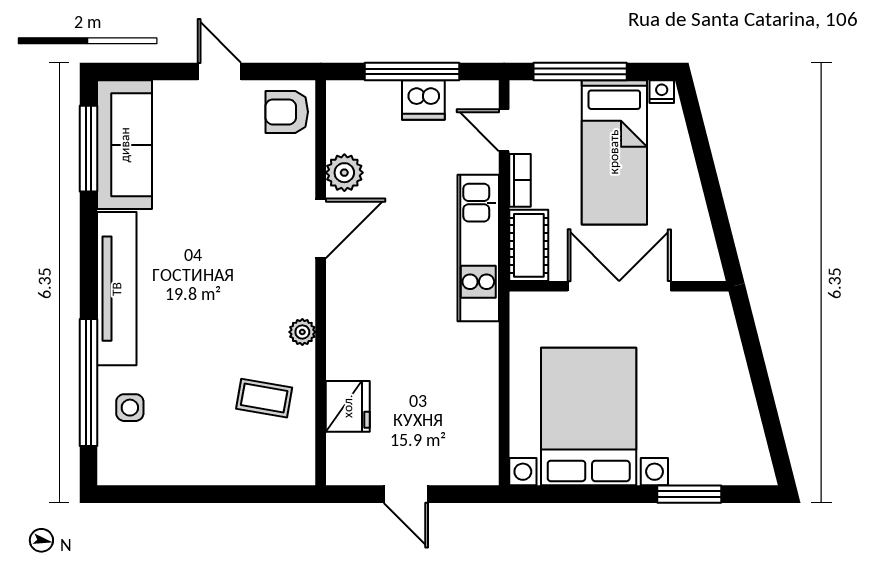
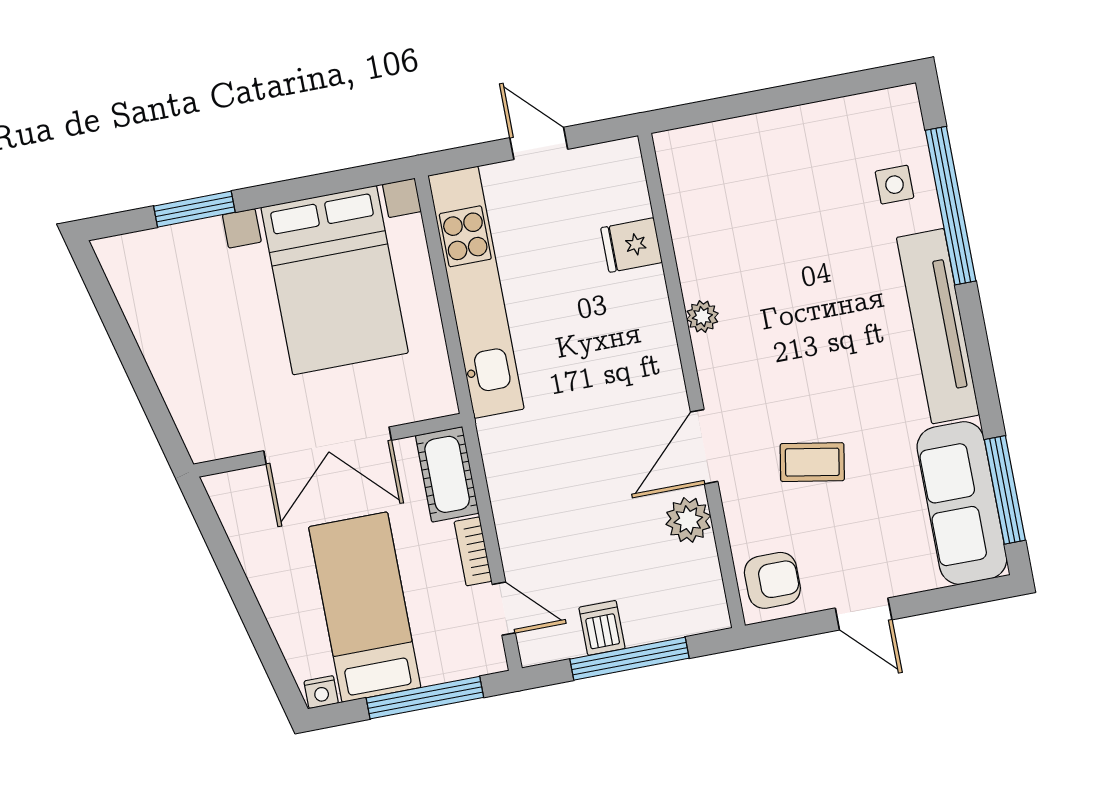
dishwasher: (423, 100) -> (602, 628), width x0.73
kitchen unit: (478, 248) -> (476, 292), moved, width x1.36
coffee table: (264, 398) -> (812, 462), moved
fridge: (348, 406) -> (631, 245), width x0.72

